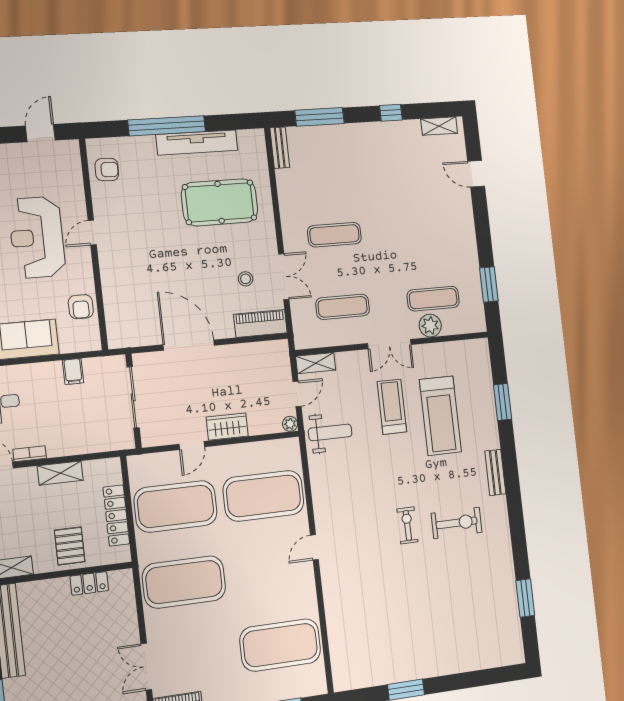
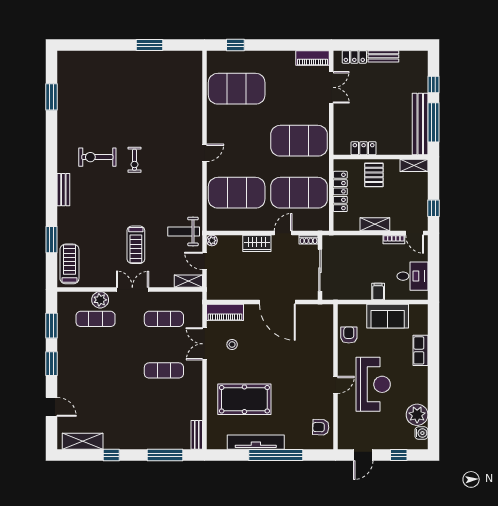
shelving: (439, 126) -> (83, 441), width x1.50, depth x1.33
window: (483, 233) -> (52, 364), added
filing cabinet: (73, 372) -> (378, 292), moved
door: (297, 394) -> (204, 261), hinge flipped
treadmill: (440, 416) -> (69, 264), moved, width x0.73, depth x0.73
shoe rack: (154, 440) -> (309, 240), added

